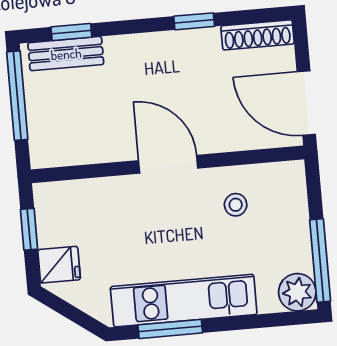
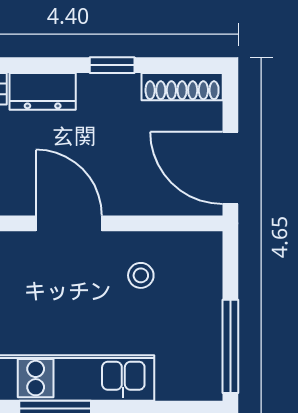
dresser: (135, 50) -> (43, 91), added
plant: (297, 292) -> (202, 380), removed

